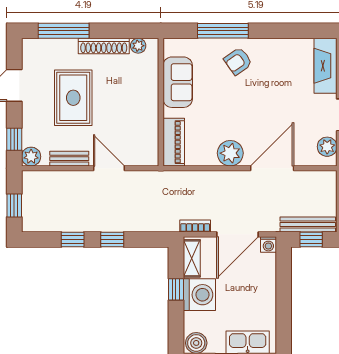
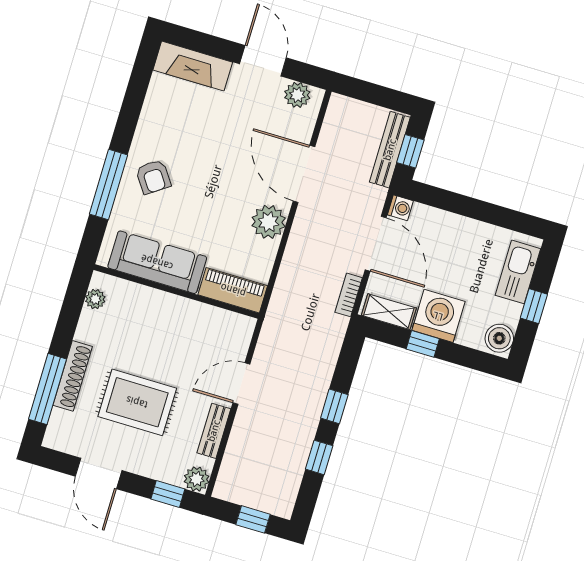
shoe rack: (104, 46) -> (73, 376), moved
sofa: (178, 82) -> (157, 262), width x1.36

